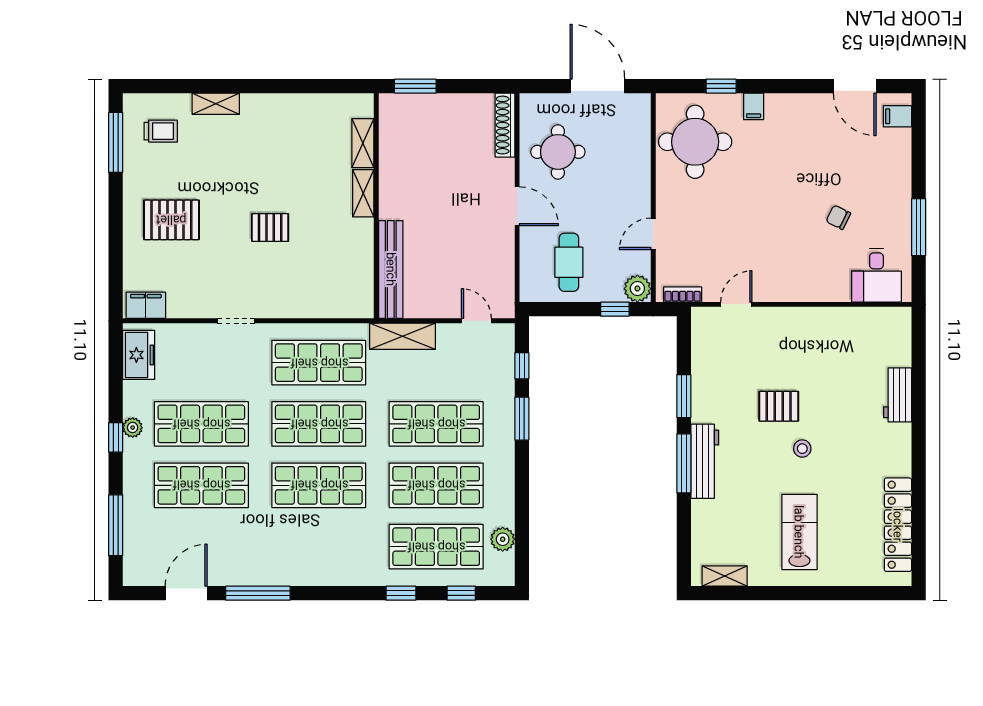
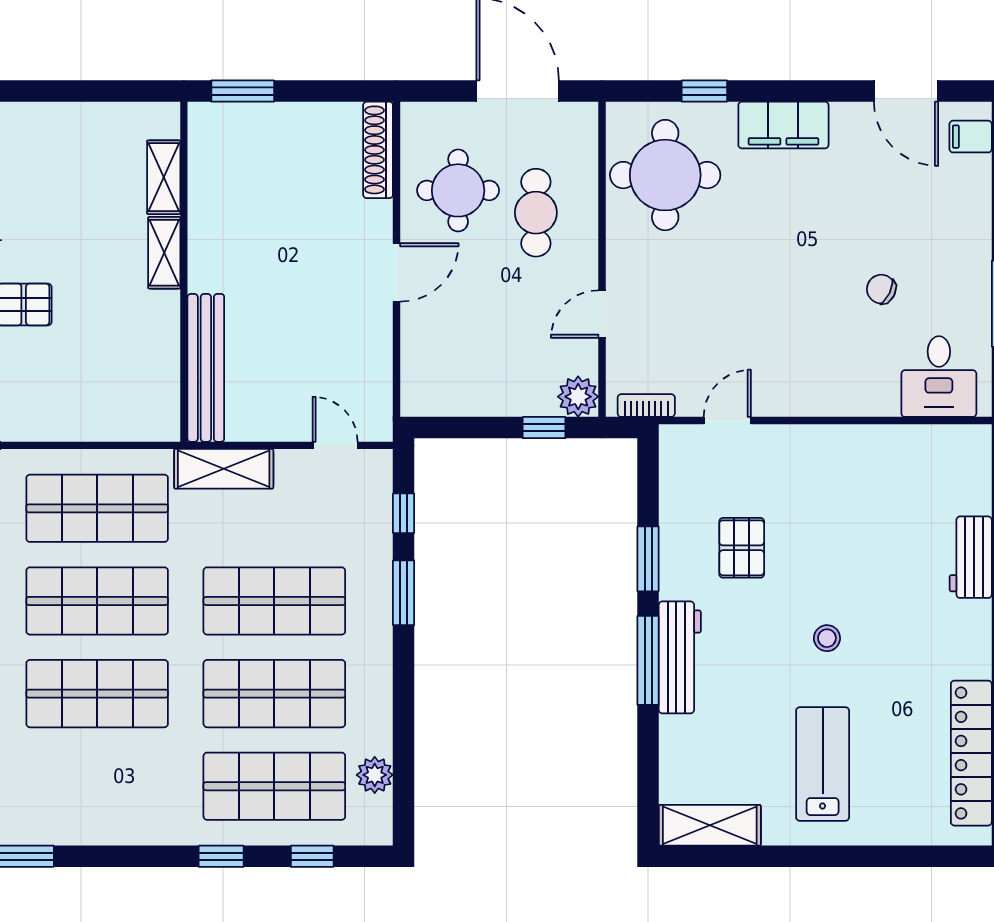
filing cabinet: (754, 106) -> (783, 125), width x3.00, depth x1.17
door: (517, 206) -> (397, 272), hinge flipped
cafe table: (569, 262) -> (536, 213), moved
pallet: (779, 406) -> (742, 548), moved, turned 90
shelving: (725, 576) -> (710, 825), width x1.50, depth x1.33

